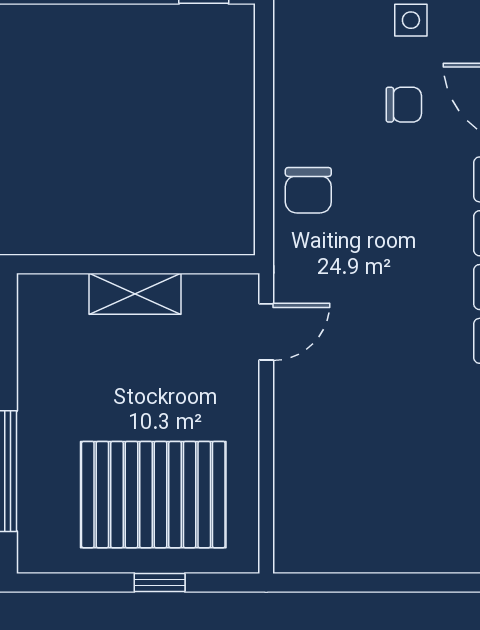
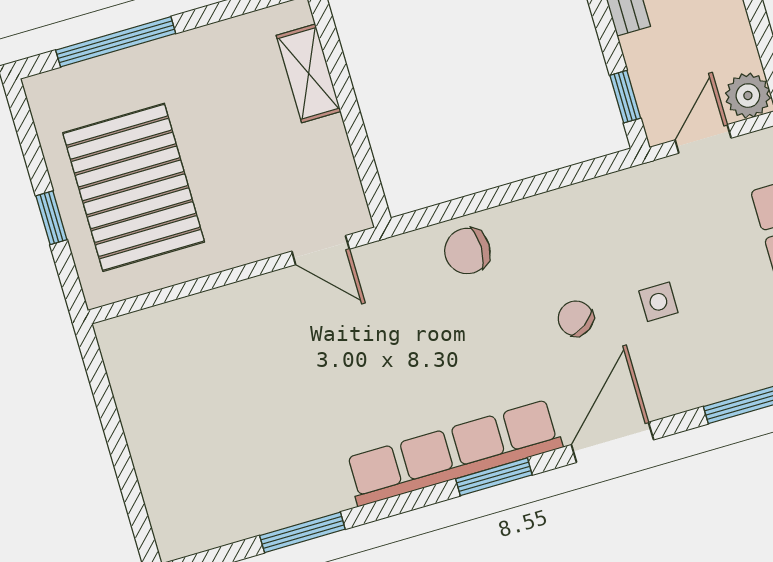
chair: (404, 105) -> (576, 318), turned 145
shelving: (135, 294) -> (309, 73), moved

